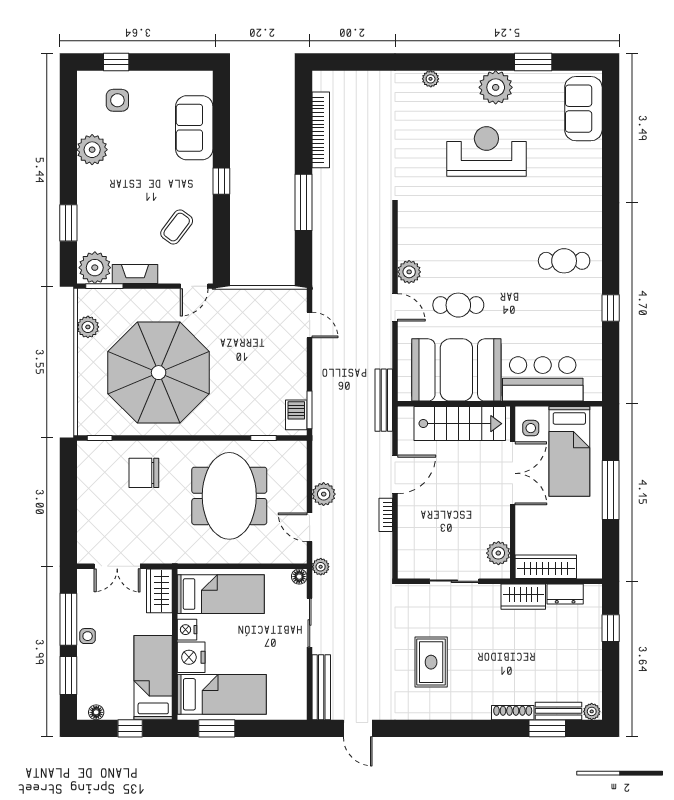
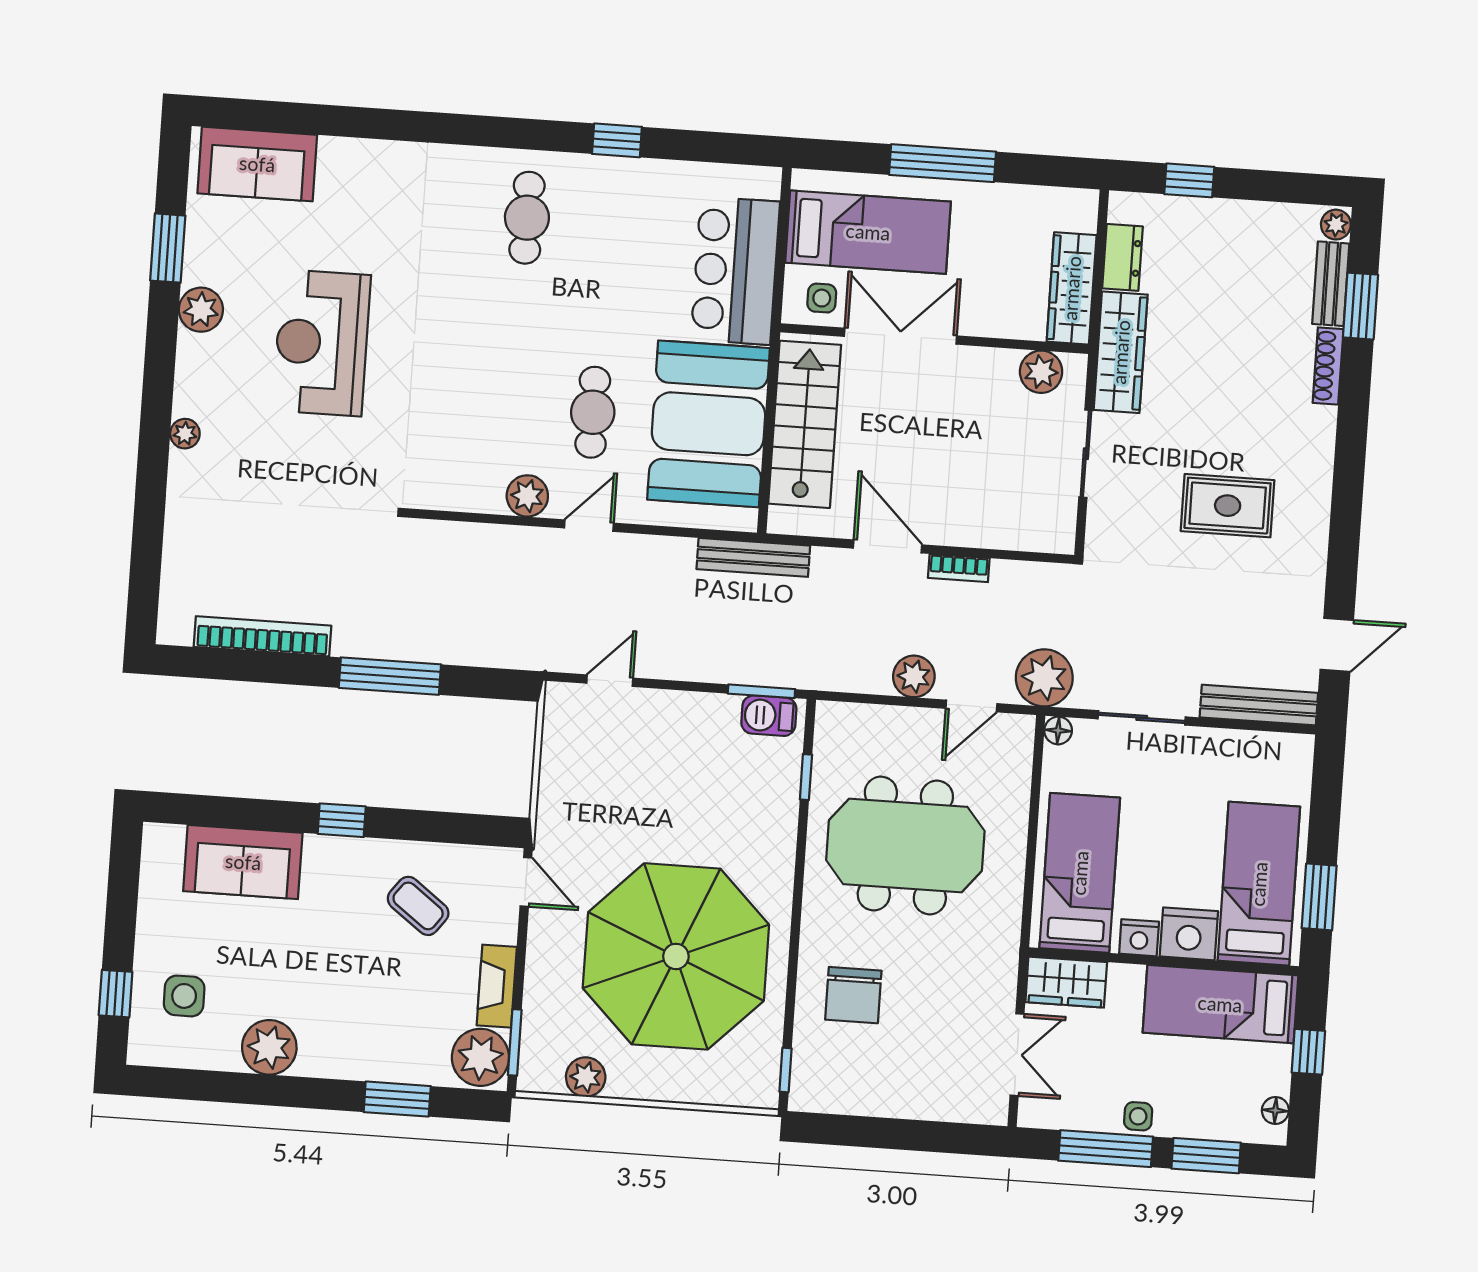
plant: (496, 87) -> (201, 310), width x0.73, depth x0.73
plant: (321, 567) -> (1044, 678), width x1.88, depth x1.88
wardrobe: (523, 597) -> (1121, 352), width x1.50

